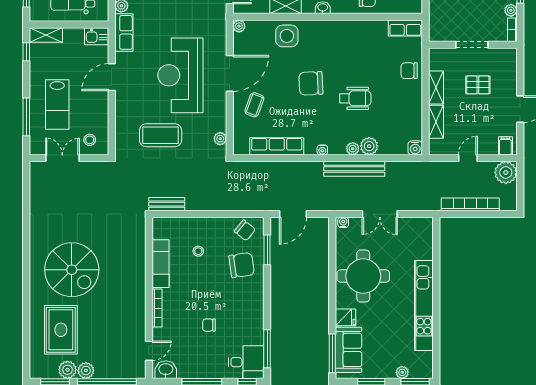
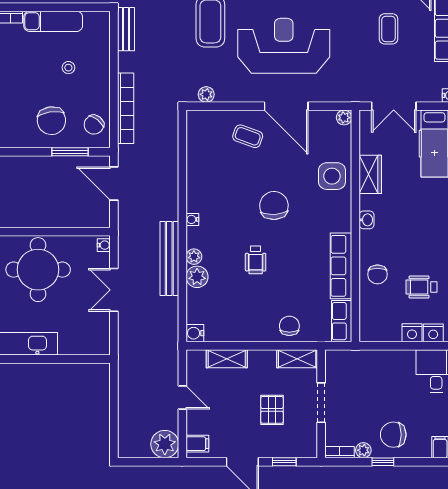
window: (520, 75) -> (284, 462), added
shelving: (436, 87) -> (297, 359), moved
wheelchair: (355, 98) -> (256, 260), width x0.73, depth x0.73
row of seats: (277, 146) -> (341, 266), moved, turned 180
bookcase: (470, 204) -> (126, 108), moved

